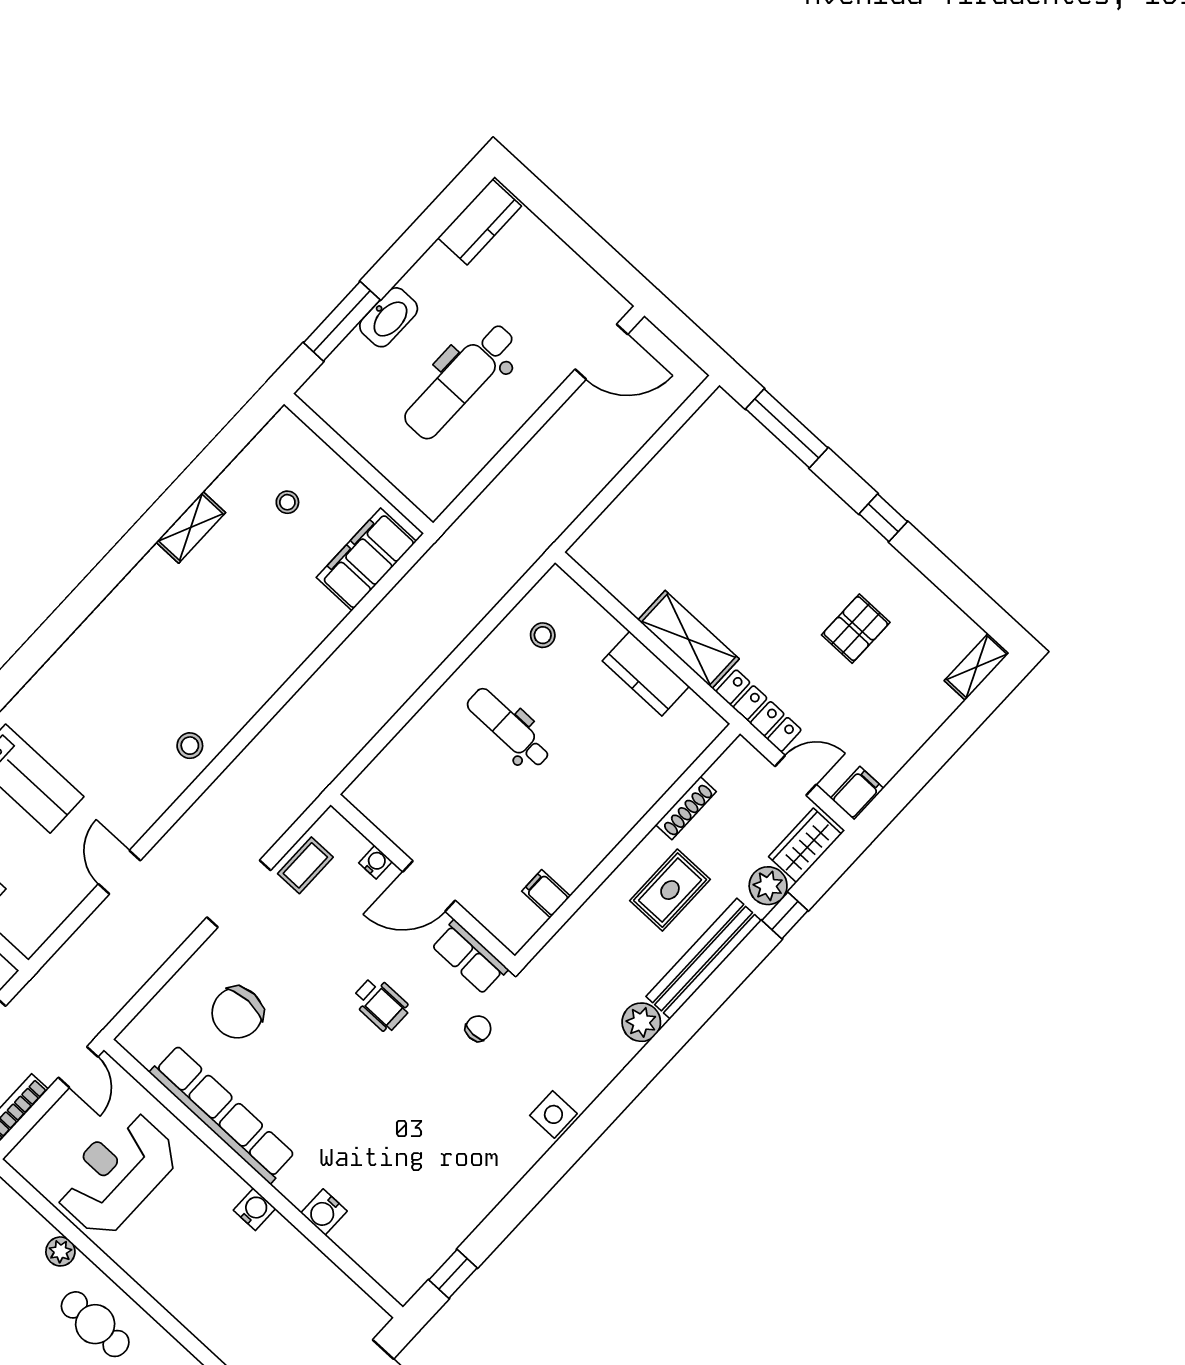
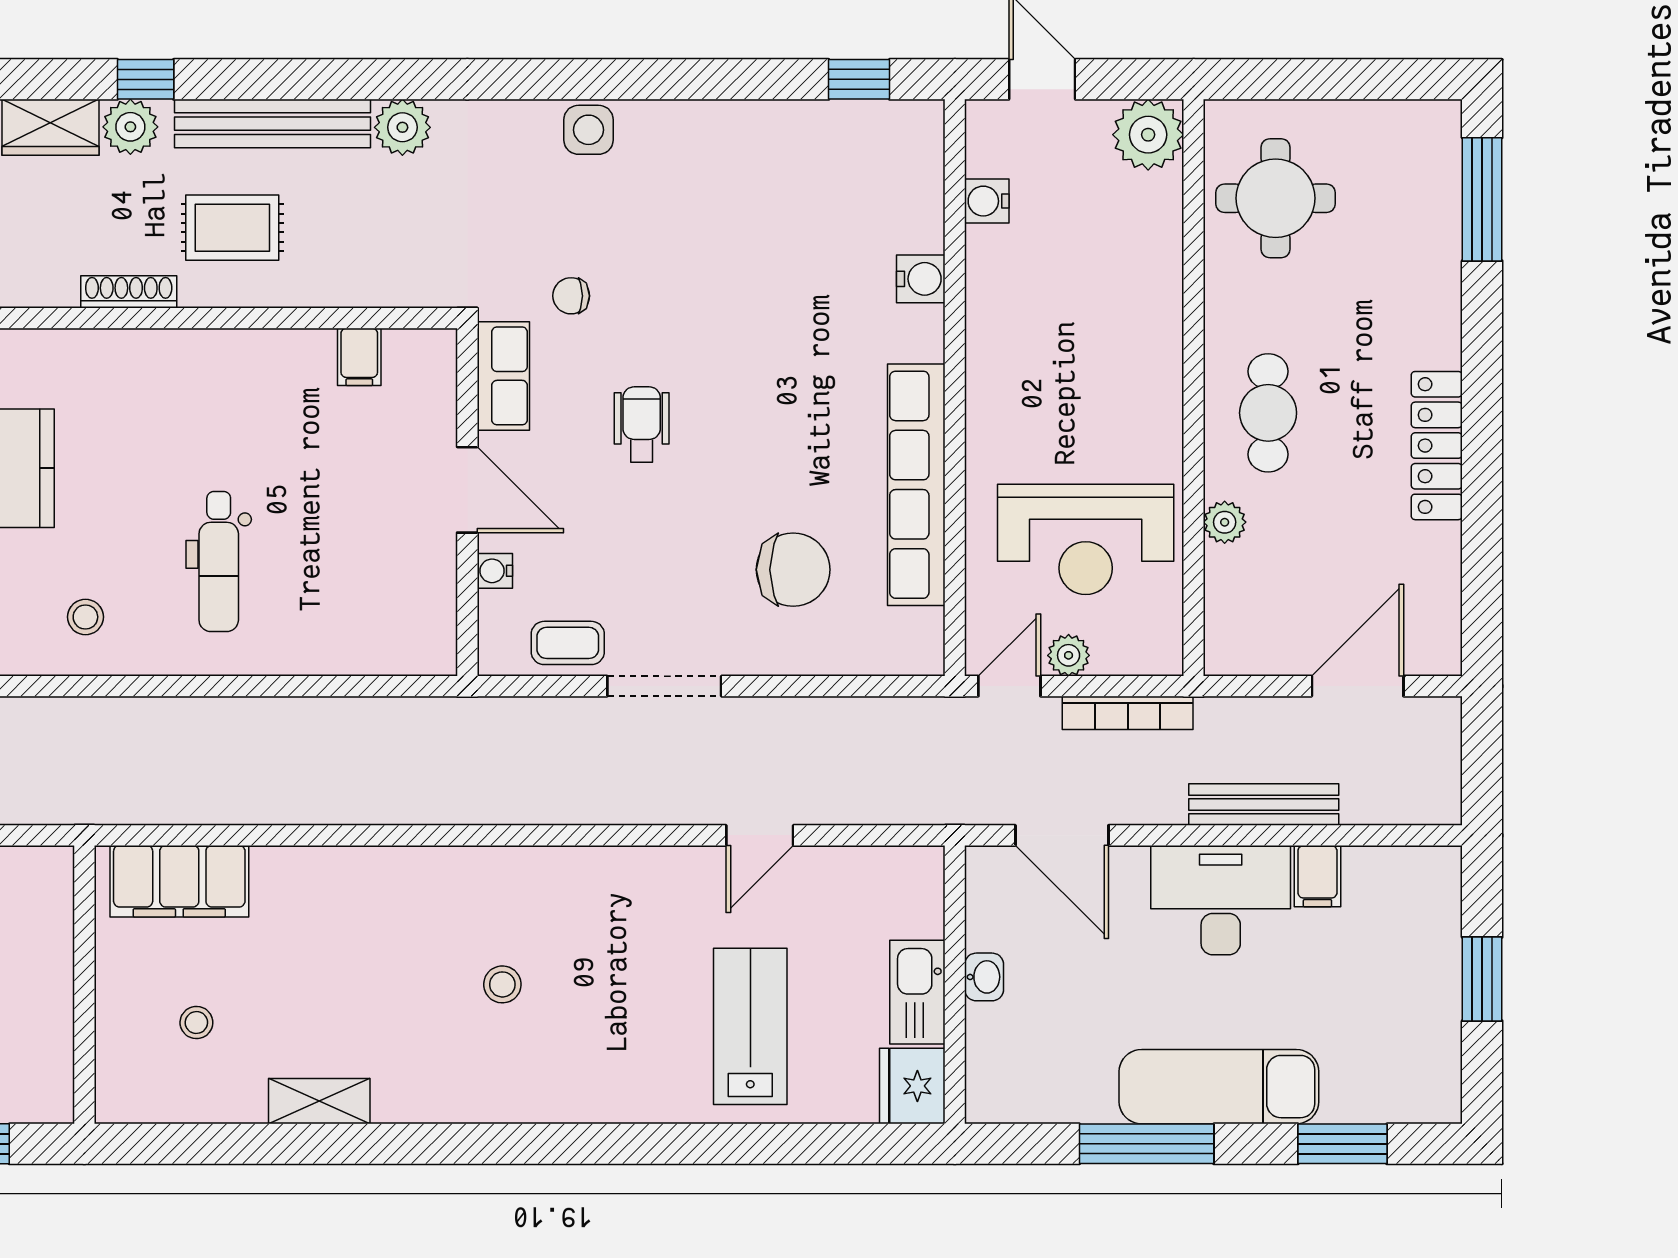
stool: (190, 746) -> (502, 984), moved
plant: (66, 1111) -> (1069, 655), added
water cooler: (255, 1209) -> (987, 201), moved

